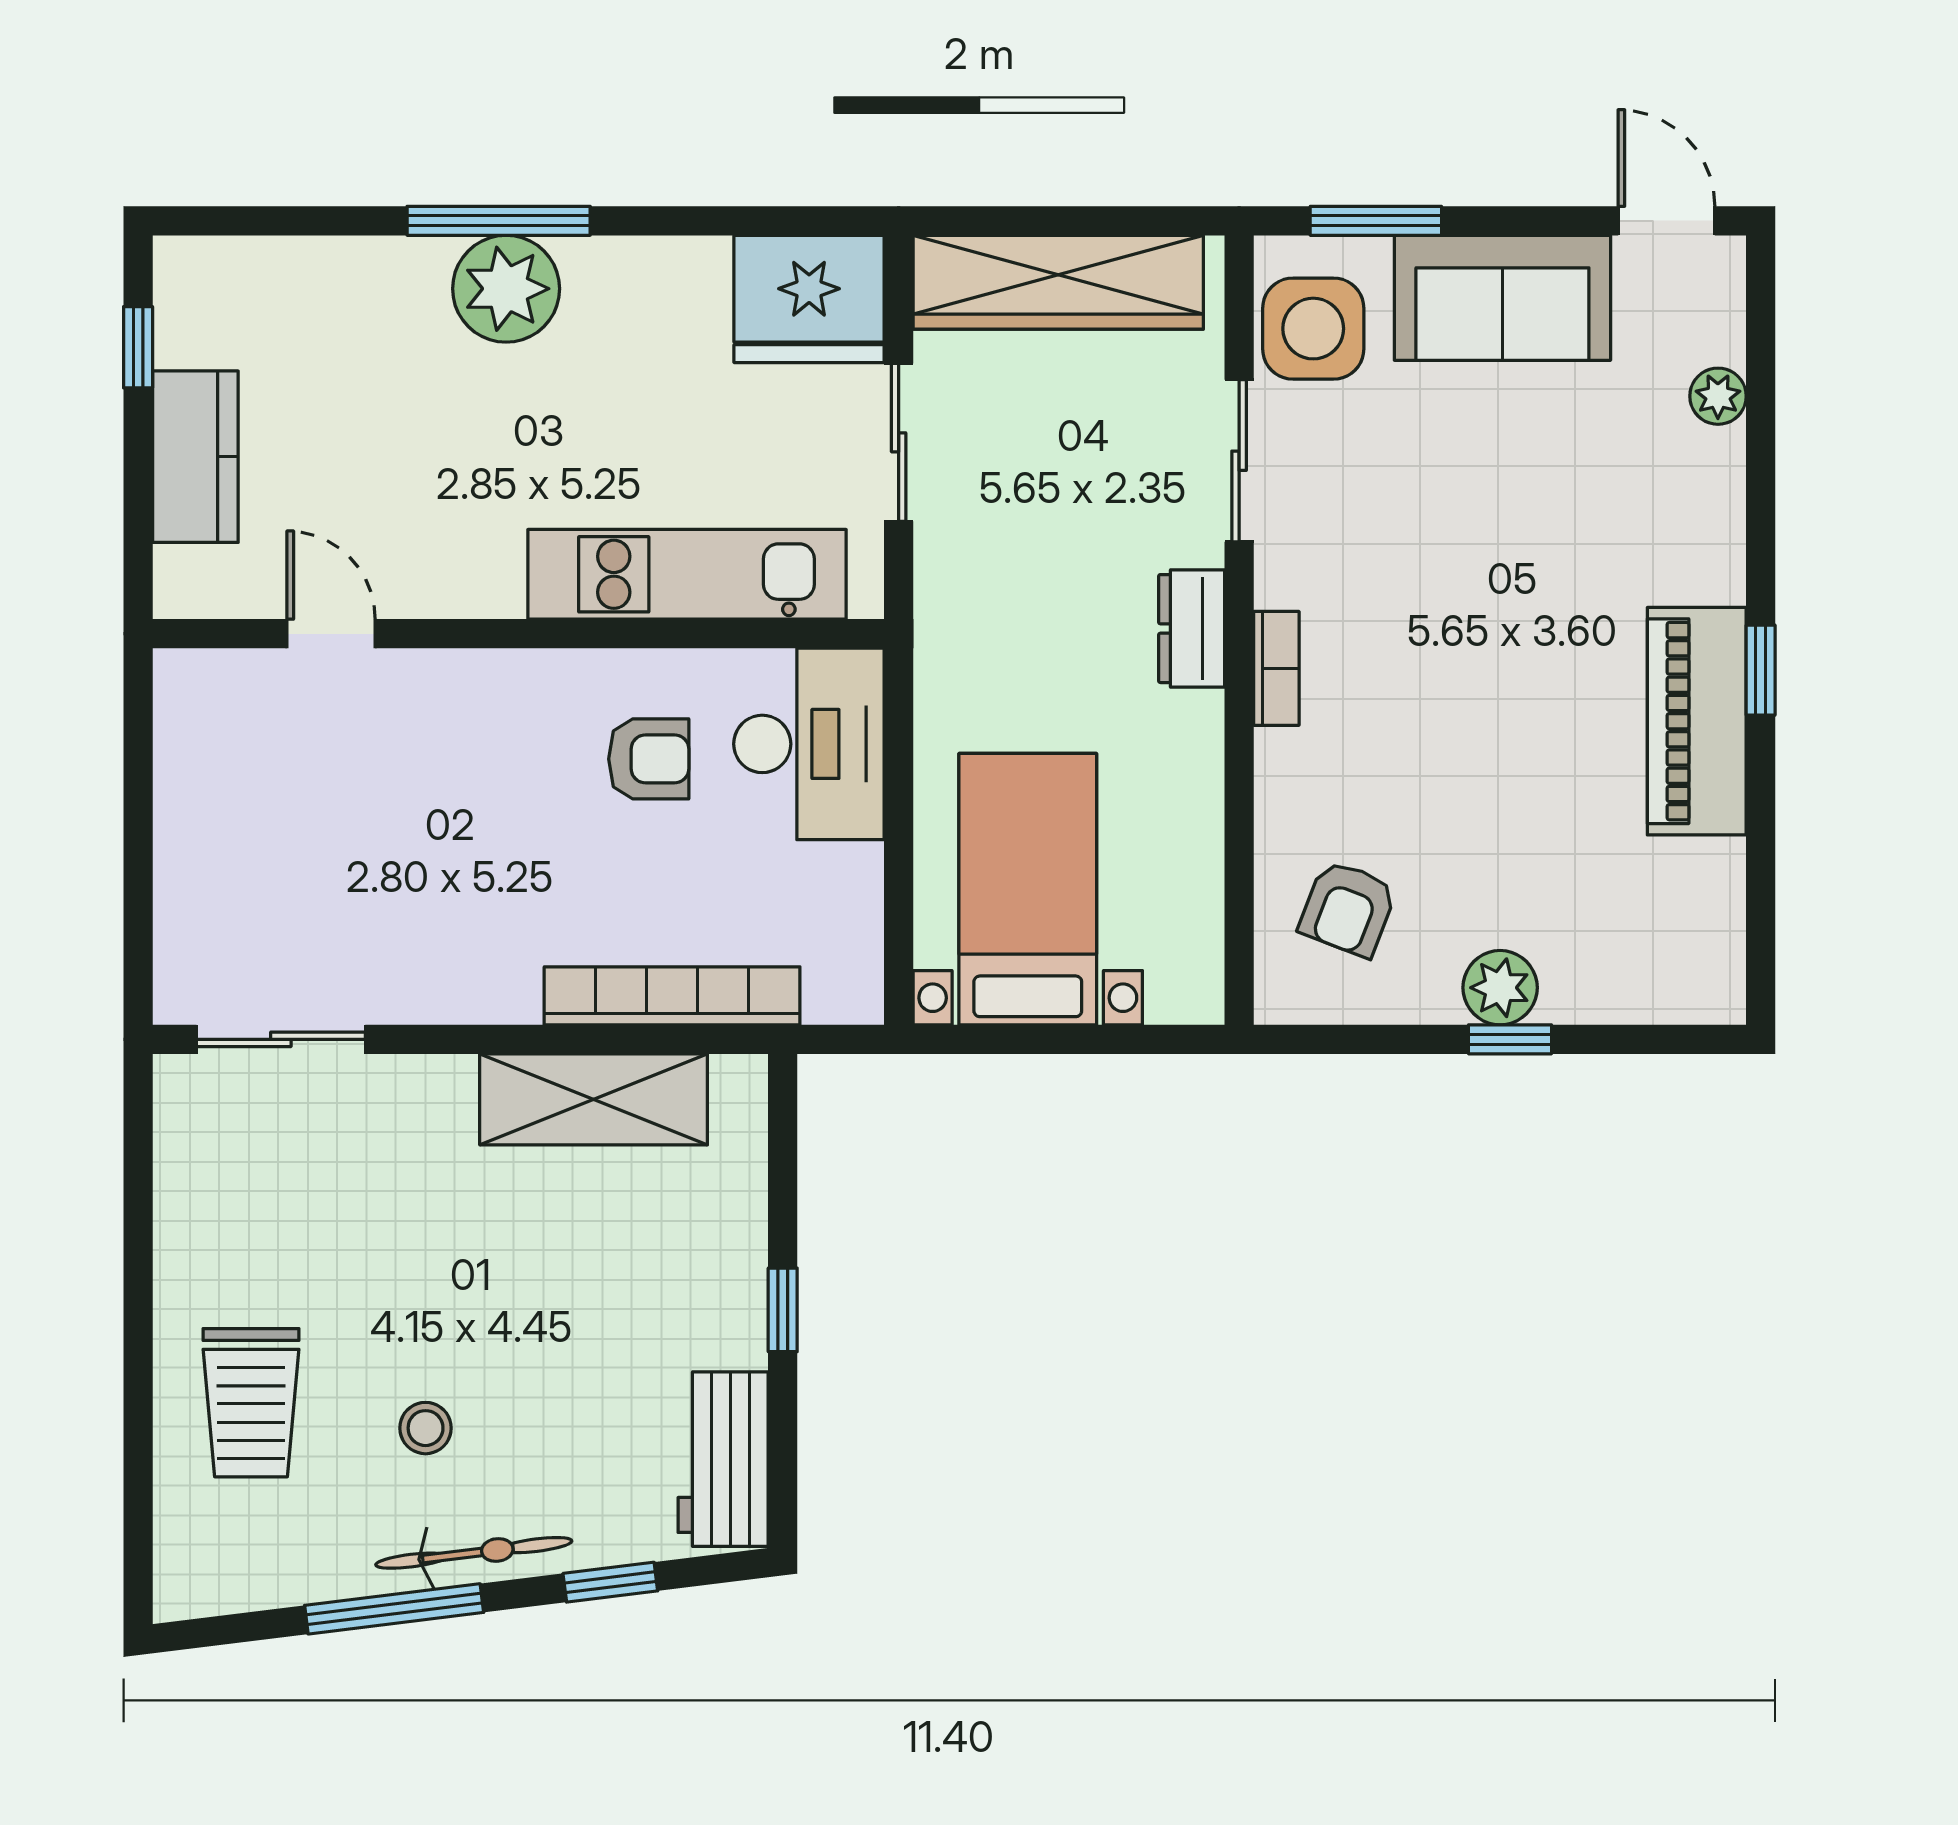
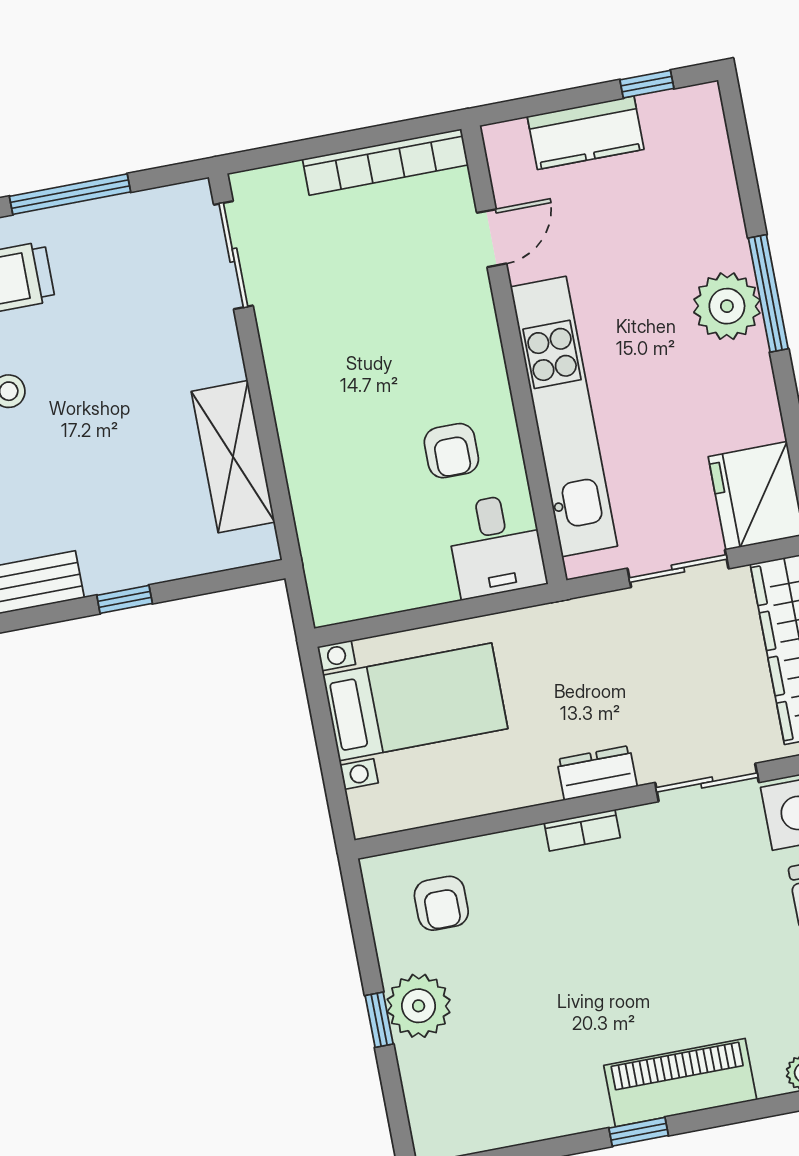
kitchen unit: (687, 574) -> (564, 417), width x1.36
piano: (1697, 721) -> (680, 1083), moved
desk: (809, 744) -> (496, 545), width x0.73
armchair: (1348, 908) -> (441, 903), turned -111
plant: (1500, 988) -> (419, 1006), width x1.36, depth x1.36
bookcase: (672, 996) -> (385, 162), moved, turned 90
window: (138, 1275) -> (70, 194), added

